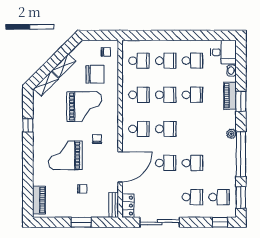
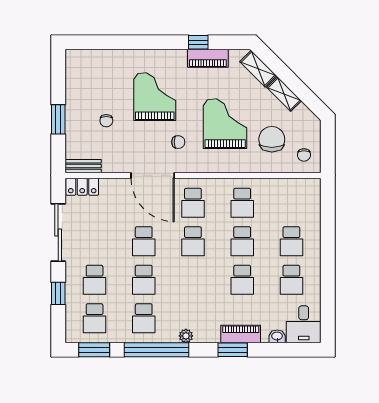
school desk: (139, 61) -> (144, 318), moved
chair: (95, 74) -> (272, 139), turned 180
grand piano: (84, 107) -> (225, 124), turned 180
door: (120, 167) -> (153, 175), moved
piano: (39, 200) -> (208, 58), moved
window: (220, 222) -> (58, 293), moved

